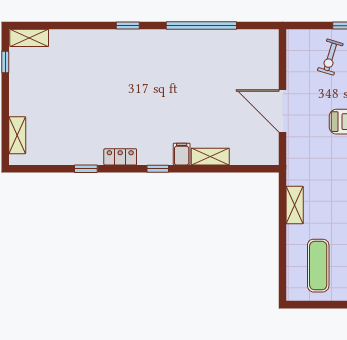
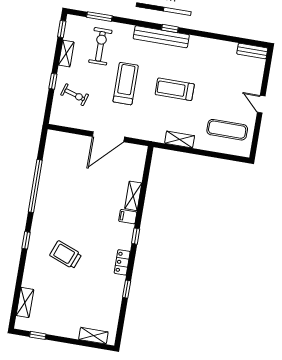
shelving: (29, 38) -> (25, 302), moved
trolley: (118, 81) -> (66, 255), added

